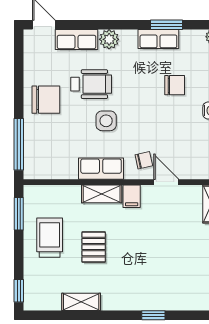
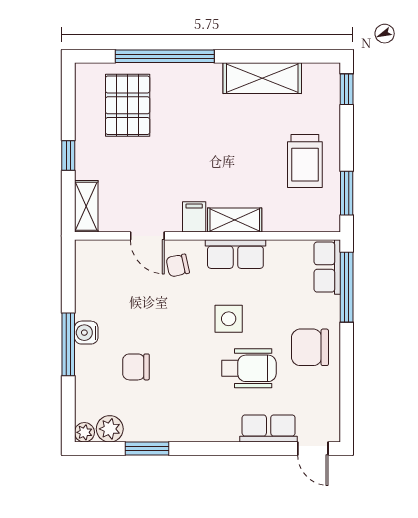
plant: (109, 39) -> (110, 429), moved
row of seats: (158, 39) -> (327, 267), moved, turned -90
wheelchair: (91, 84) -> (249, 368), turned 180
pallet: (94, 247) -> (128, 105), moved, width x1.50, depth x1.42
shelving: (81, 302) -> (262, 78), width x1.50, depth x1.33
window: (153, 315) -> (165, 56), width x3.17

